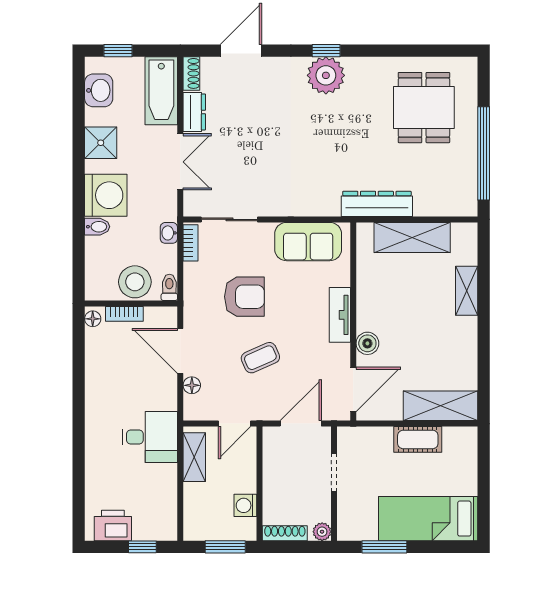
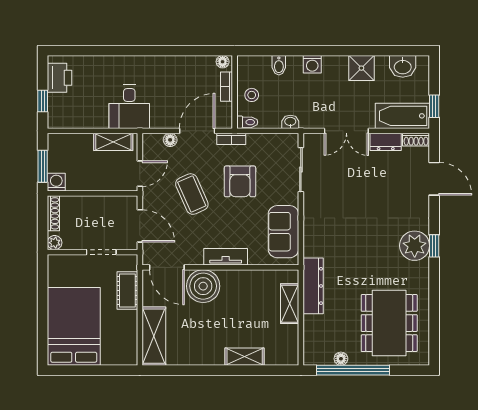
window: (118, 51) -> (434, 106), moved
dining table: (424, 108) -> (389, 323), width x1.38
floor lamp: (469, 169) -> (341, 359), added
washing machine: (106, 195) -> (312, 64), width x0.53, depth x0.53
bidet: (97, 227) -> (279, 65), moved
shelving: (412, 237) -> (290, 304), width x0.67, depth x0.75
bookcase: (191, 243) -> (231, 139), moved
stool: (135, 282) -> (252, 95), width x0.53, depth x0.53
boiler: (367, 343) -> (203, 286), width x1.86, depth x1.86
coffee table: (260, 358) -> (192, 194), width x1.36, depth x1.30
door: (235, 424) -> (140, 174), swing flipped
cot: (418, 439) -> (127, 290), moved
washing machine: (245, 505) -> (56, 182), moved
bed: (428, 519) -> (74, 326), width x1.50
window: (384, 547) -> (43, 292), removed

